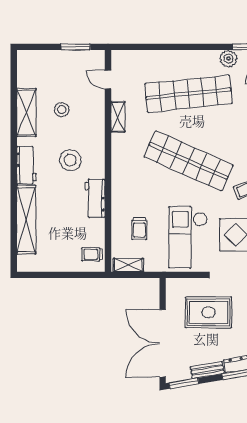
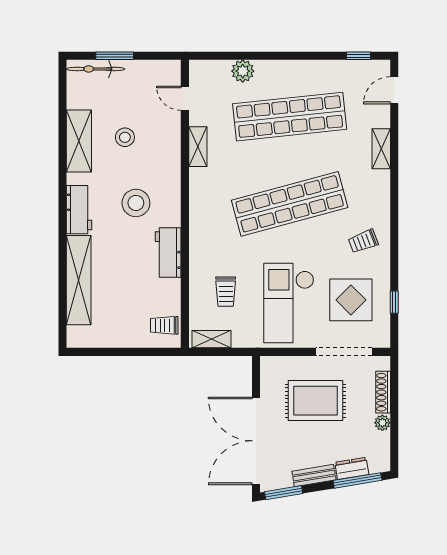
window: (76, 47) -> (115, 56), moved
bicycle: (39, 57) -> (96, 69), added
plant: (228, 59) -> (243, 71), moved
shop shelf: (189, 161) -> (290, 204), turned -39

